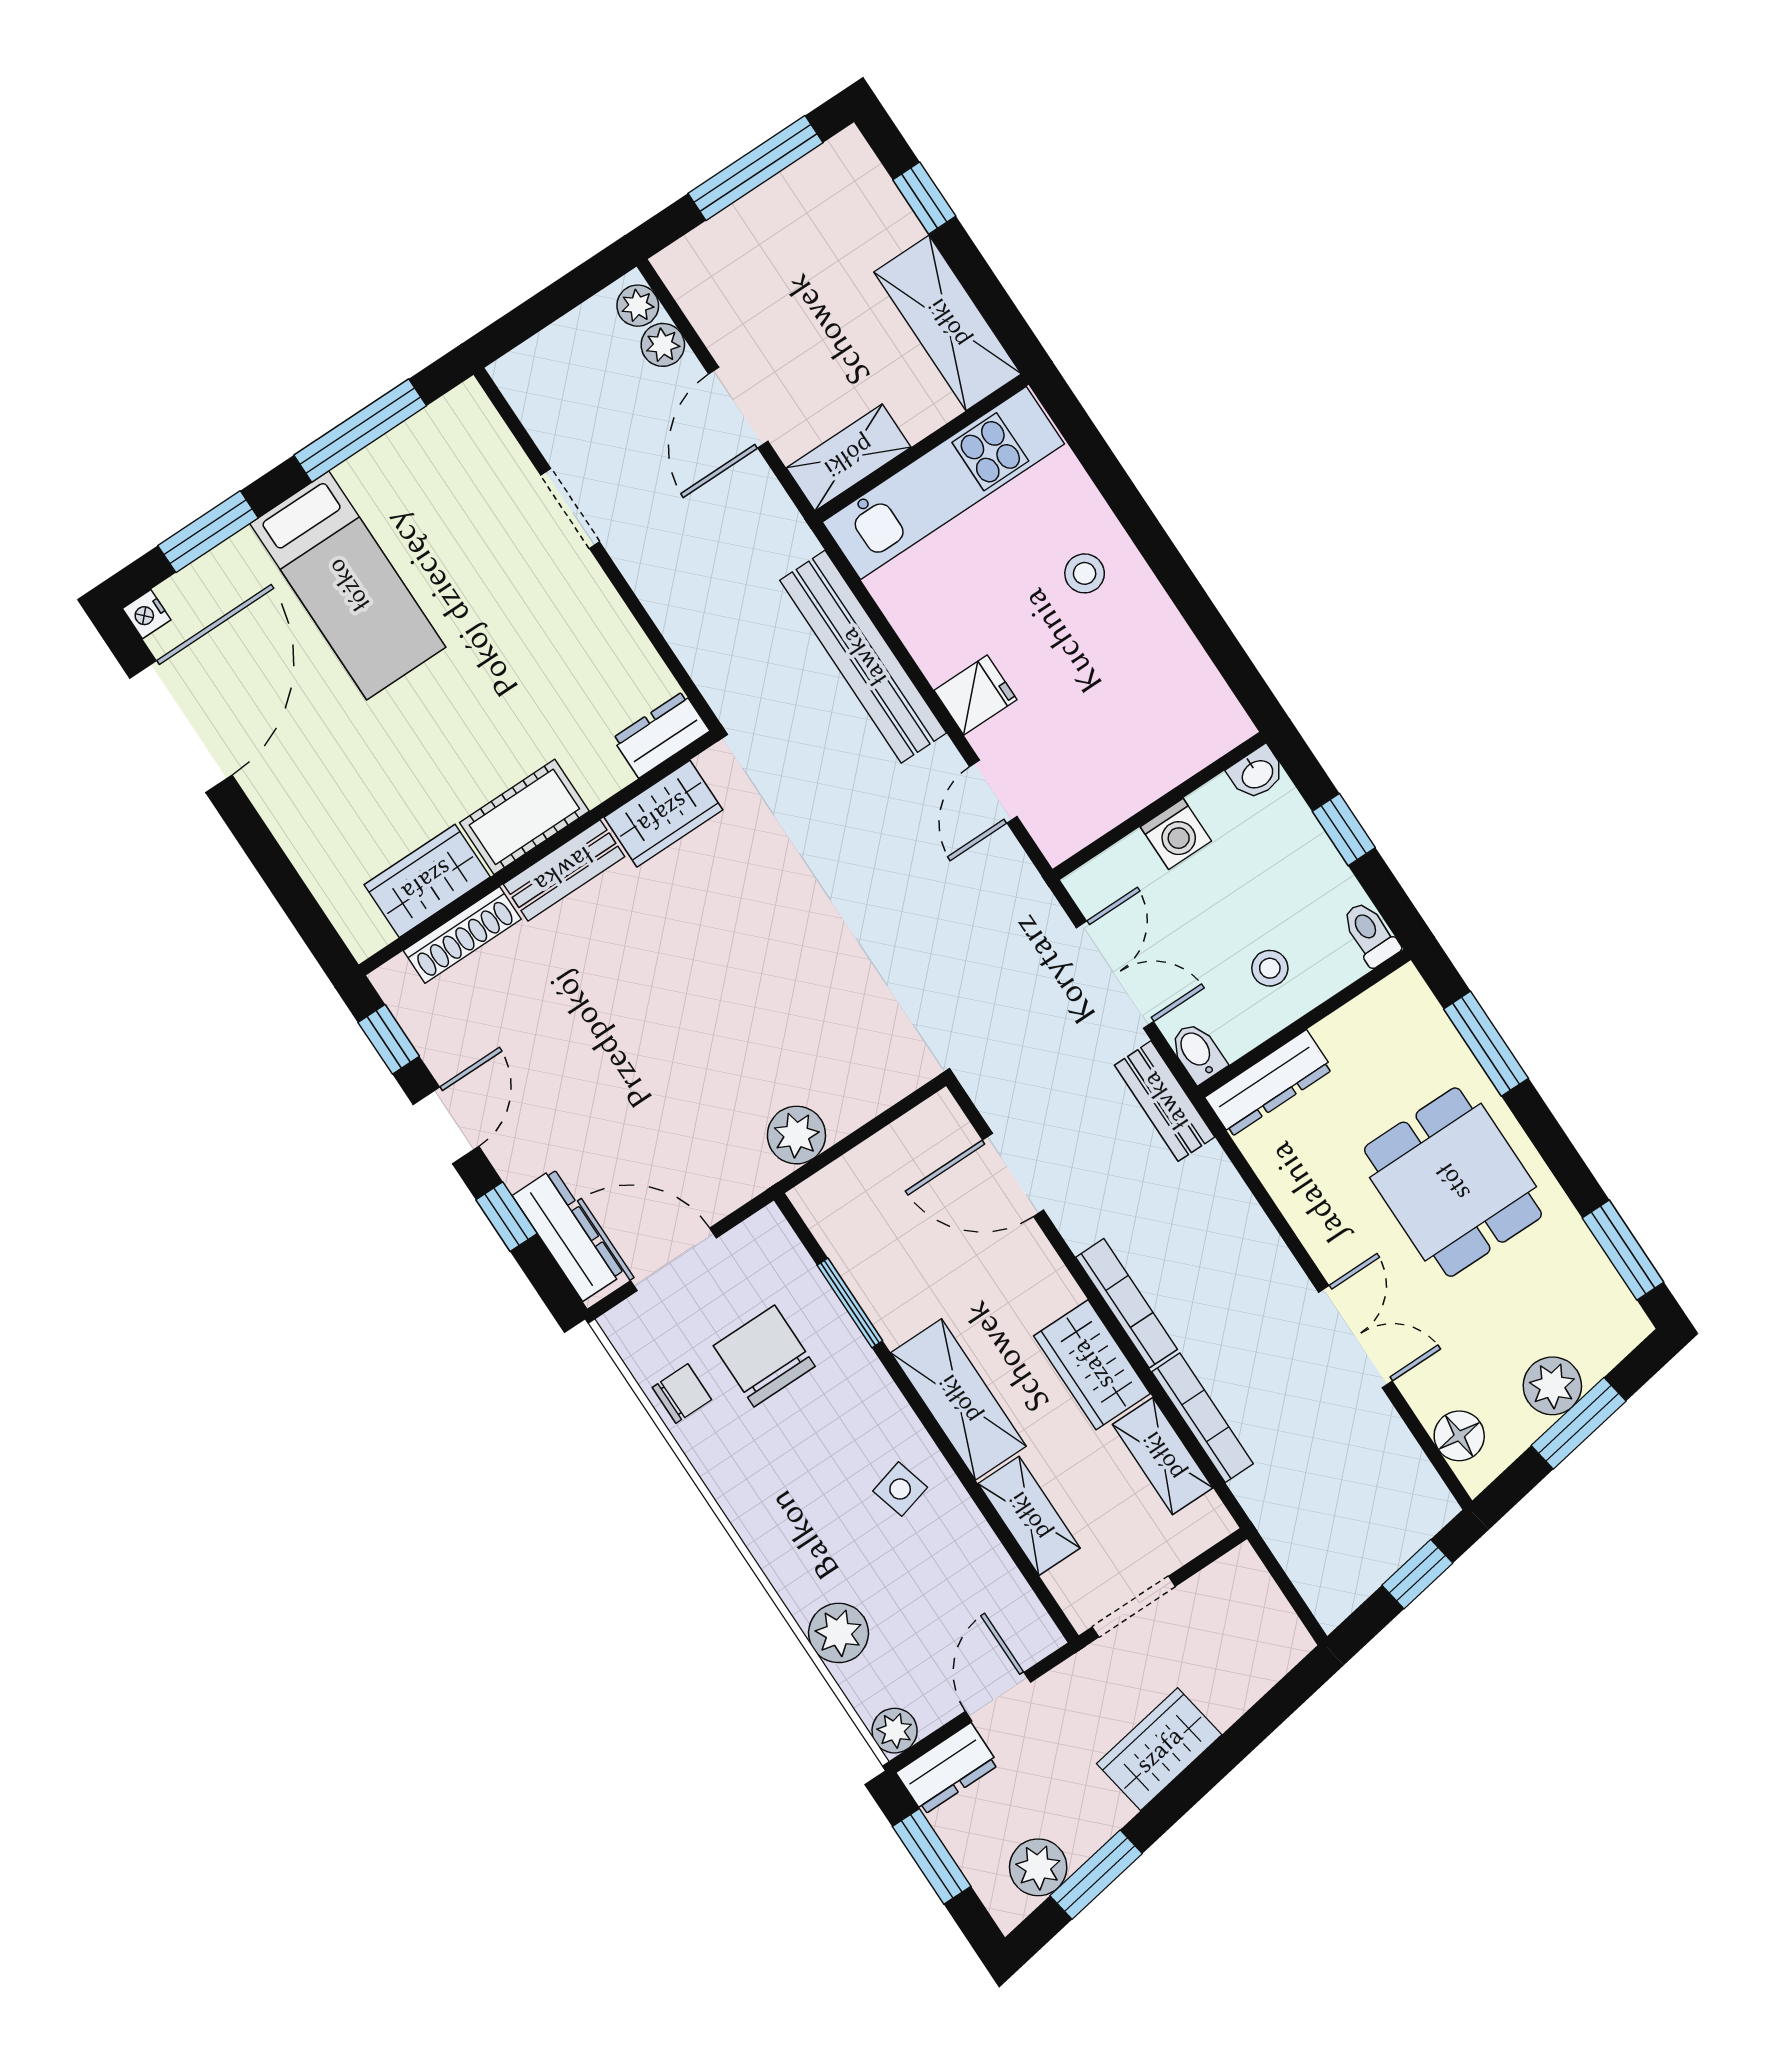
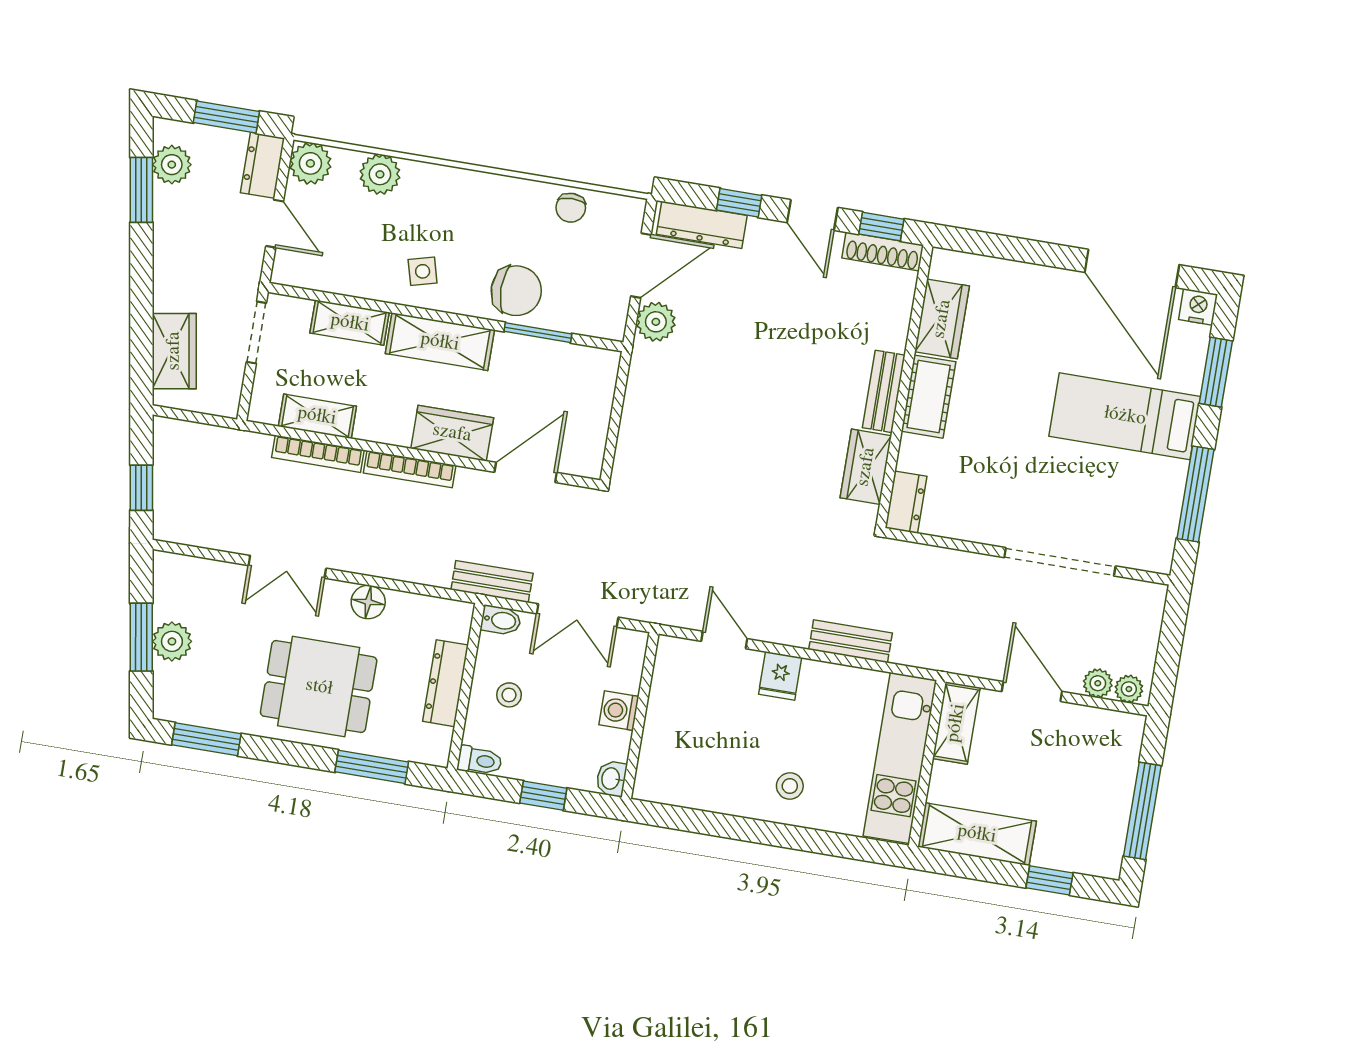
doorway: (570, 508) -> (1060, 562), width x1.88
nightstand: (147, 614) -> (1198, 307), width x1.39, depth x1.35
bench: (863, 657) -> (851, 641), width x0.54, depth x0.82
shoe rack: (462, 935) -> (883, 252), moved, turned -90
dresser: (1269, 1083) -> (446, 683), moved
plant: (796, 1135) -> (656, 322), moved
chair: (764, 1356) -> (516, 291), moved
wardrobe: (1092, 1365) -> (452, 433), moved
floor lamp: (1459, 1436) -> (368, 602), moved
plant: (895, 1731) -> (310, 163), width x1.38, depth x1.38
wardrobe: (1159, 1749) -> (174, 351), moved

